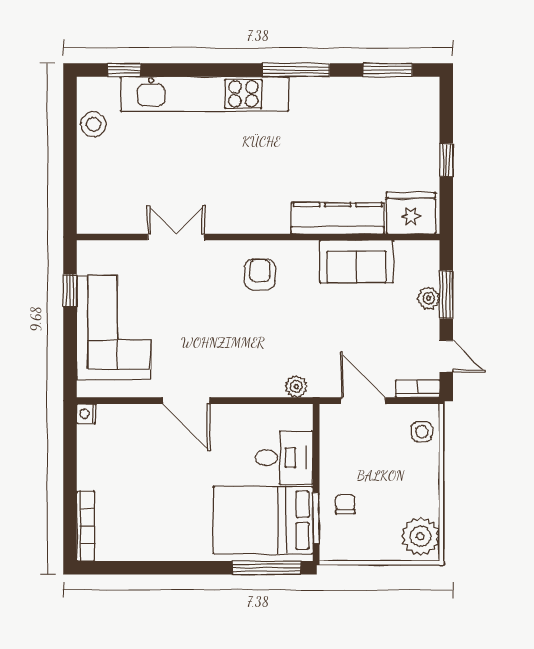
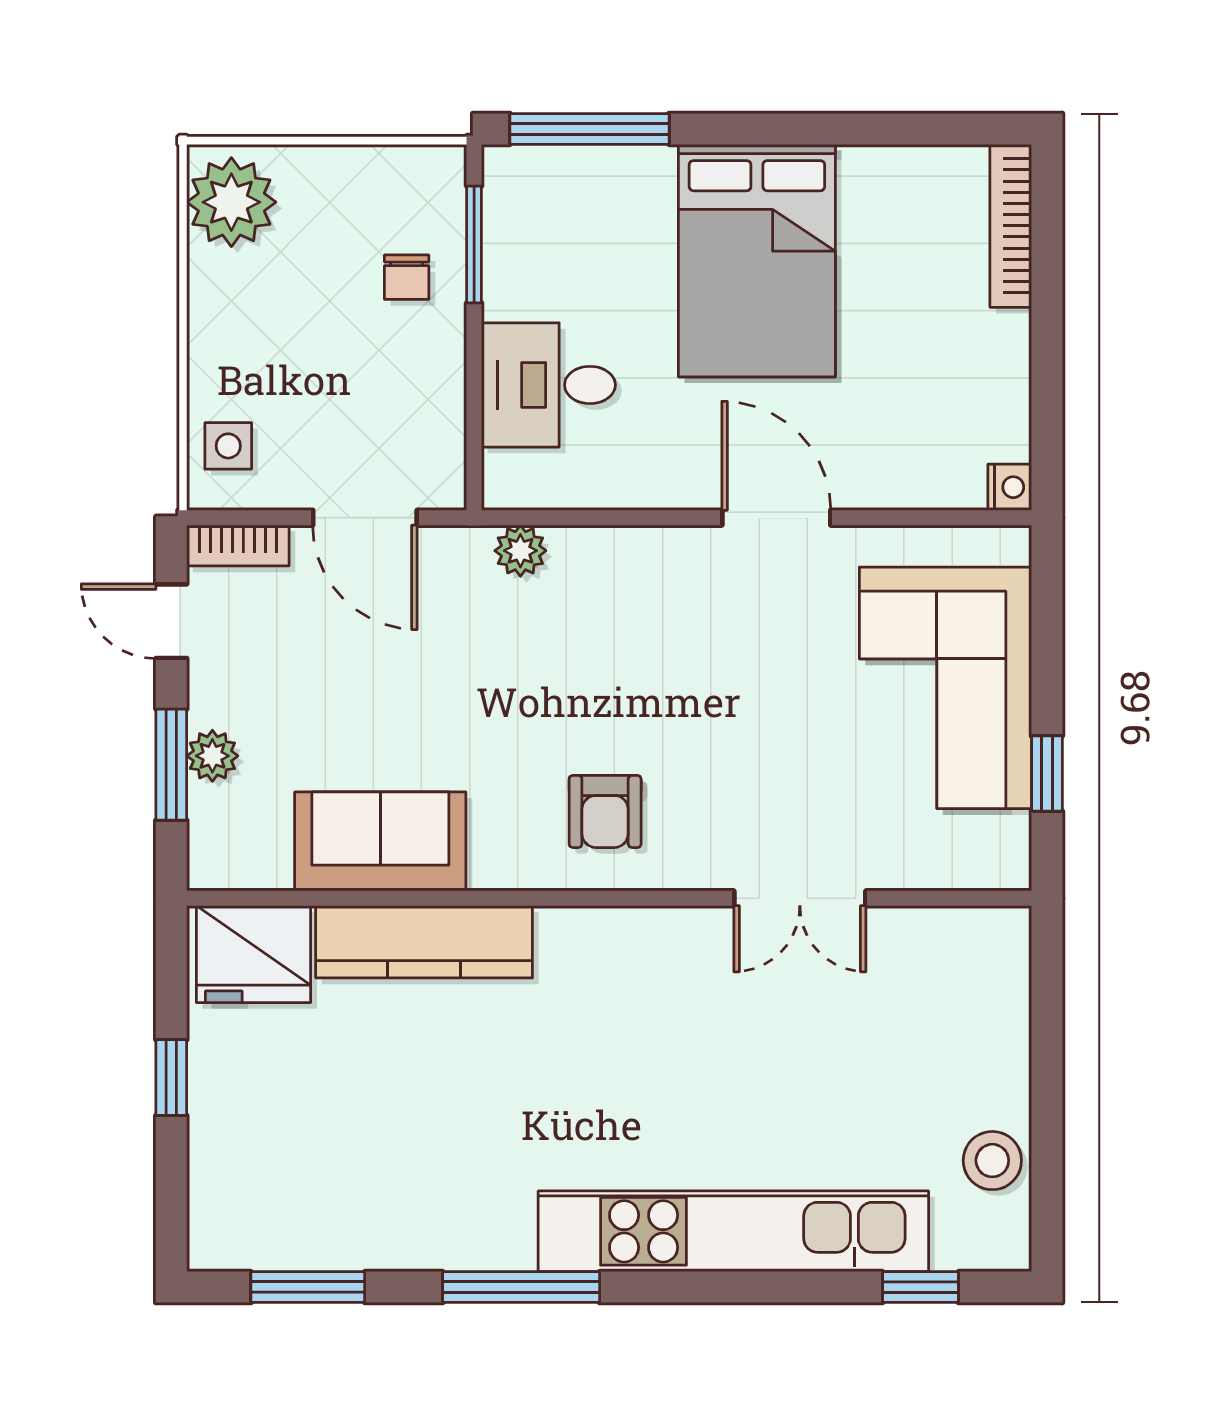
bed: (263, 520) -> (757, 261), moved, turned 90

